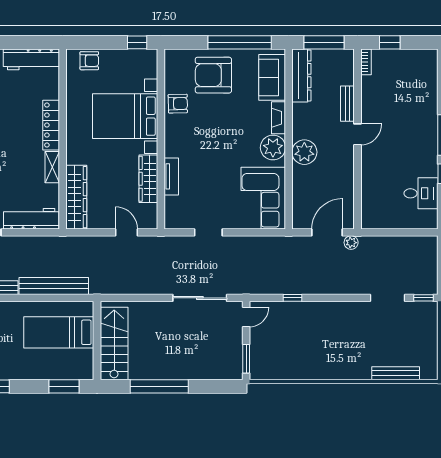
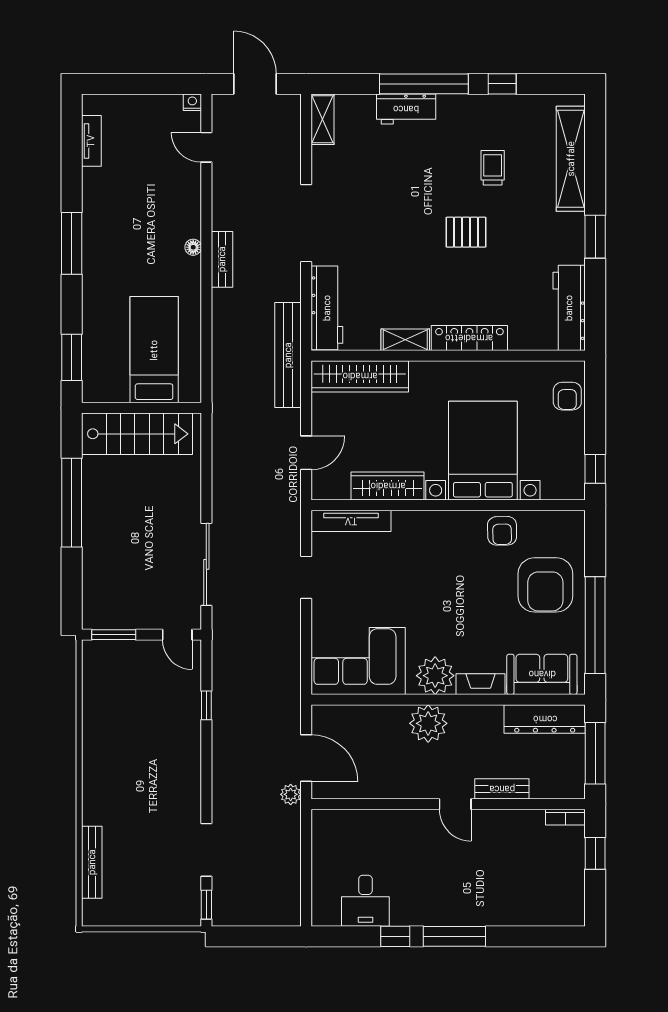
armchair: (213, 75) -> (545, 585), turned 180
tv unit: (171, 176) -> (351, 521), moved, width x1.41
bench: (54, 286) -> (288, 355), moved

